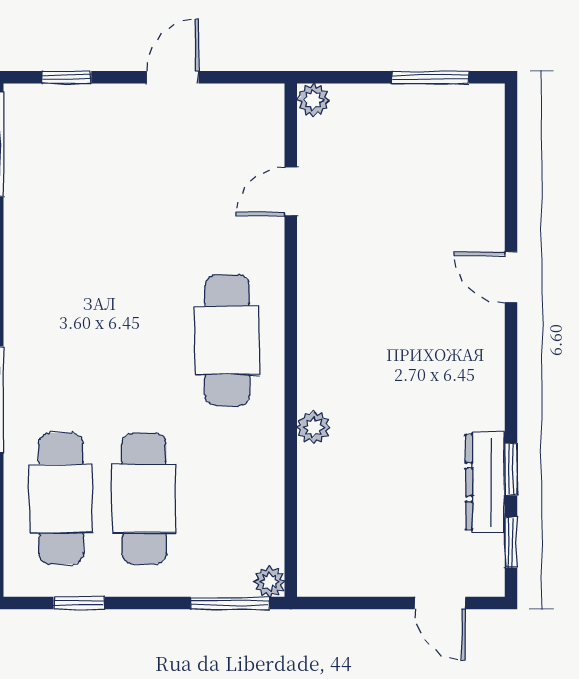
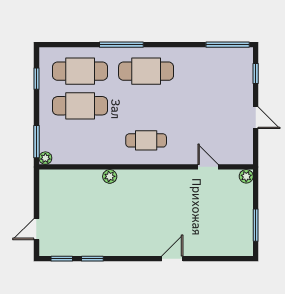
cafe table: (61, 340) -> (146, 71), added
cafe table: (227, 340) -> (146, 140), width x0.73, depth x0.74
dresser: (485, 482) -> (87, 248), removed

